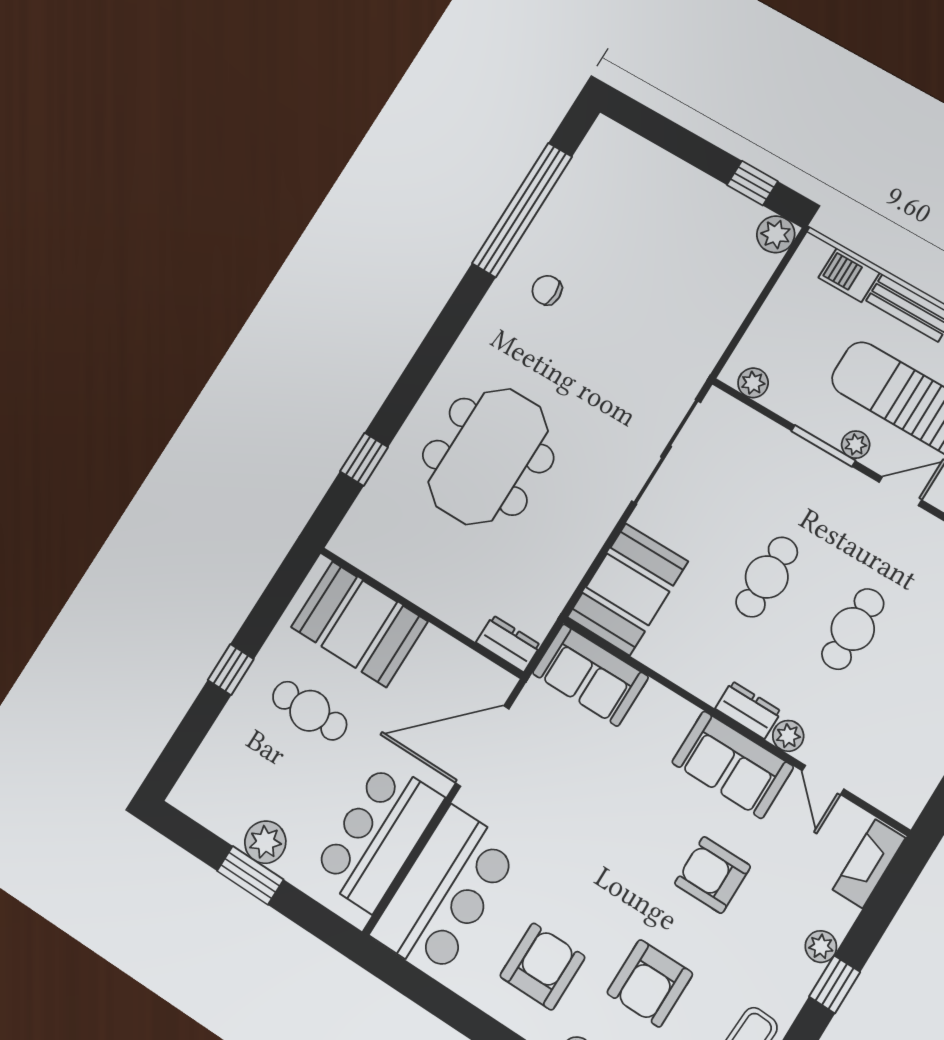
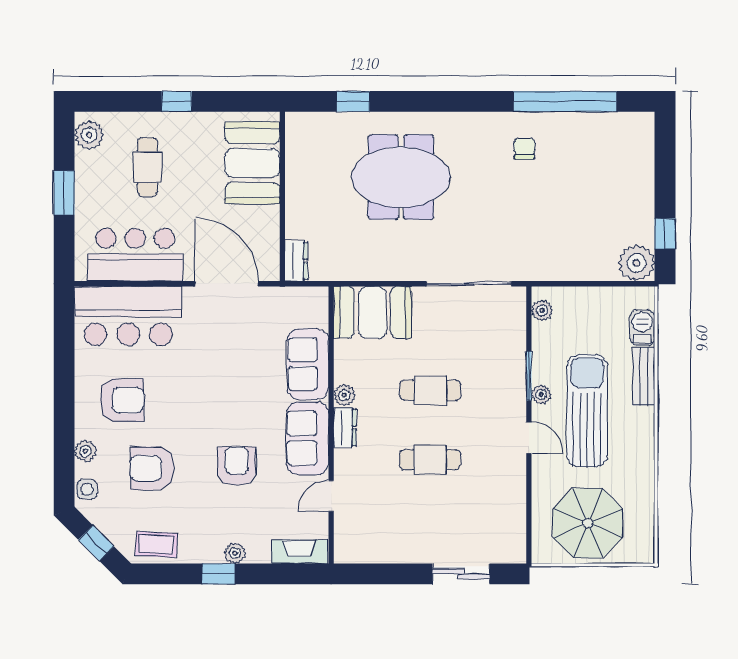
plant: (776, 234) -> (637, 263), width x1.36, depth x1.36
sofa: (590, 675) -> (308, 364), moved
cafe table: (310, 711) -> (148, 167), moved
plant: (788, 736) -> (344, 395), moved
plant: (265, 842) -> (89, 135), moved

